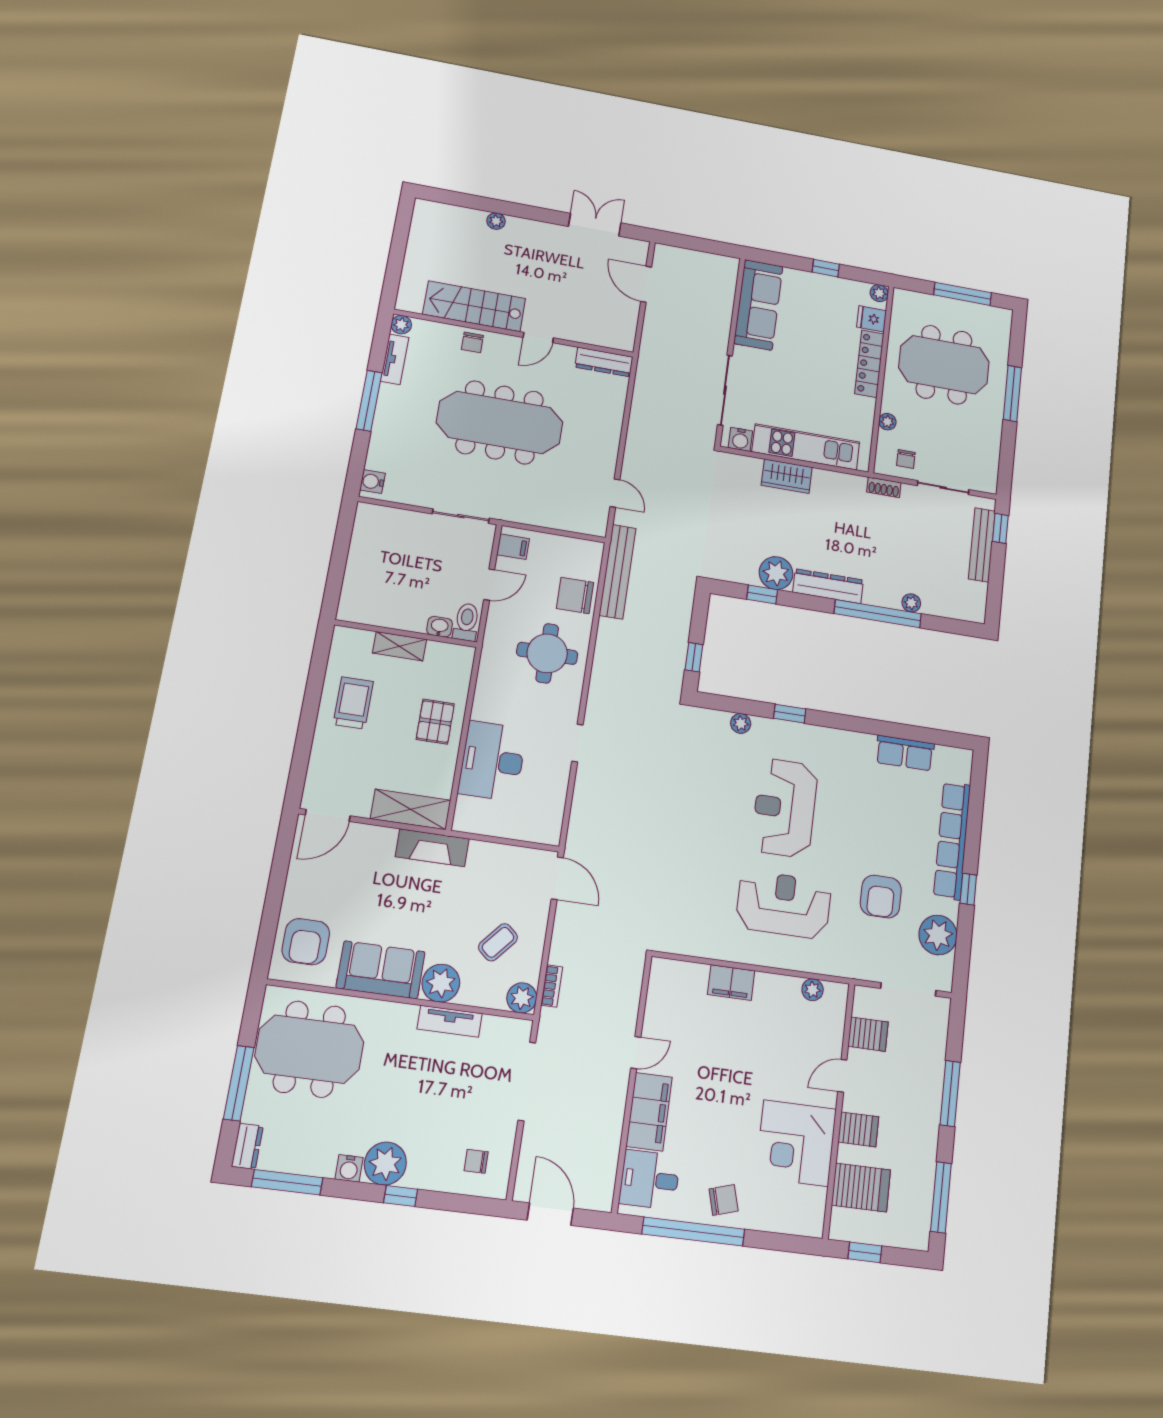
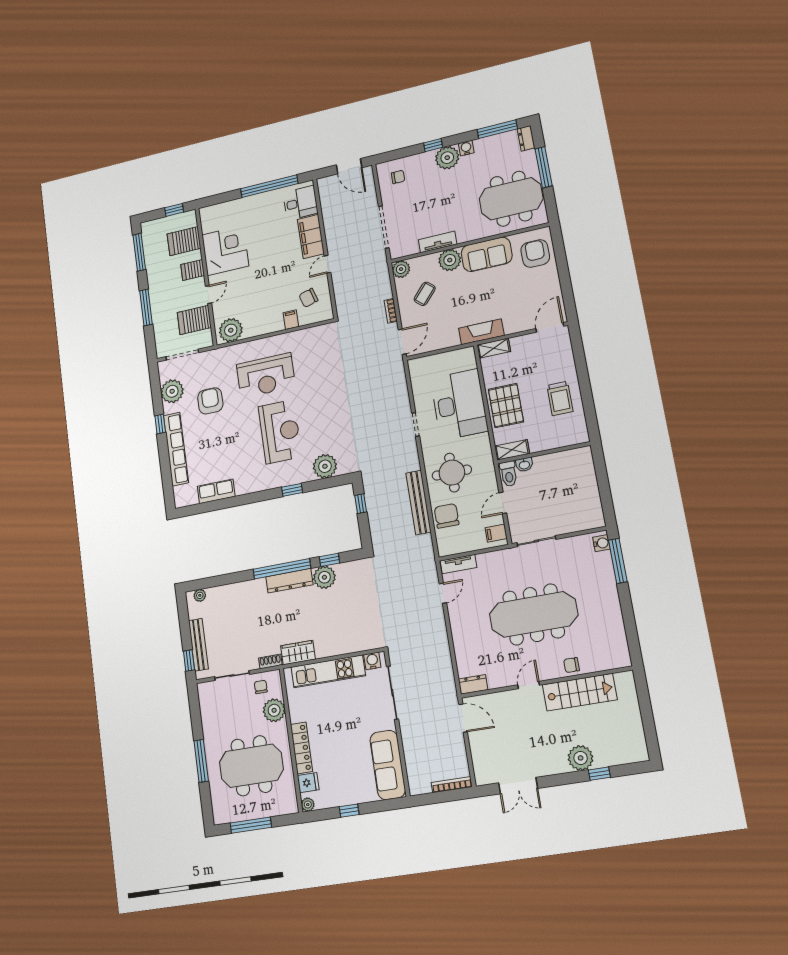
window: (485, 204) -> (599, 774), added
plant: (496, 221) -> (581, 758), width x1.88, depth x1.88
bookcase: (681, 254) -> (452, 785), added
door: (646, 284) -> (463, 718), moved
plant: (401, 325) -> (624, 660), removed
chair: (472, 342) -> (572, 665), turned -90
tv unit: (395, 359) -> (458, 564), moved, turned -90
dresser: (604, 362) -> (473, 684), width x0.70
window: (369, 401) -> (618, 561), moved
plant: (887, 422) -> (274, 710), width x1.88, depth x1.88
wardrobe: (787, 476) -> (298, 653), moved
door: (615, 493) -> (443, 593), swing flipped
bench: (618, 572) -> (419, 502), moved
chair: (575, 595) -> (447, 516), turned -90
plant: (911, 603) -> (200, 595), moved
window: (878, 614) -> (282, 569), moved
shelving: (400, 646) -> (512, 450), moved
pallet: (435, 722) -> (506, 406), width x1.50, depth x1.42
plant: (741, 723) -> (325, 466), width x1.87, depth x1.87
desk: (492, 761) -> (459, 404), width x1.36, depth x1.30
shelving: (411, 809) -> (494, 348), width x0.67, depth x0.75
door: (557, 878) -> (402, 342), swing flipped
filing cabinet: (731, 983) -> (291, 320), width x0.50
bookcase: (552, 986) -> (391, 311), moved
plant: (813, 990) -> (231, 330), width x1.88, depth x1.88
server rack: (868, 1034) -> (194, 320), width x1.36, depth x1.44
chair: (724, 1200) -> (308, 298), moved

